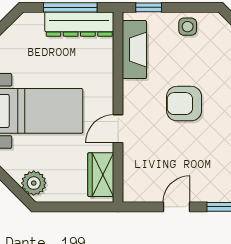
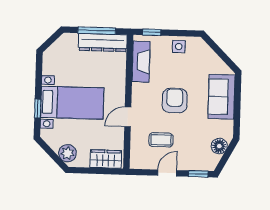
armchair: (184, 104) -> (175, 101), turned 90
coffee table: (166, 160) -> (161, 140), added
wardrobe: (101, 175) -> (106, 159), moved, turned 90

